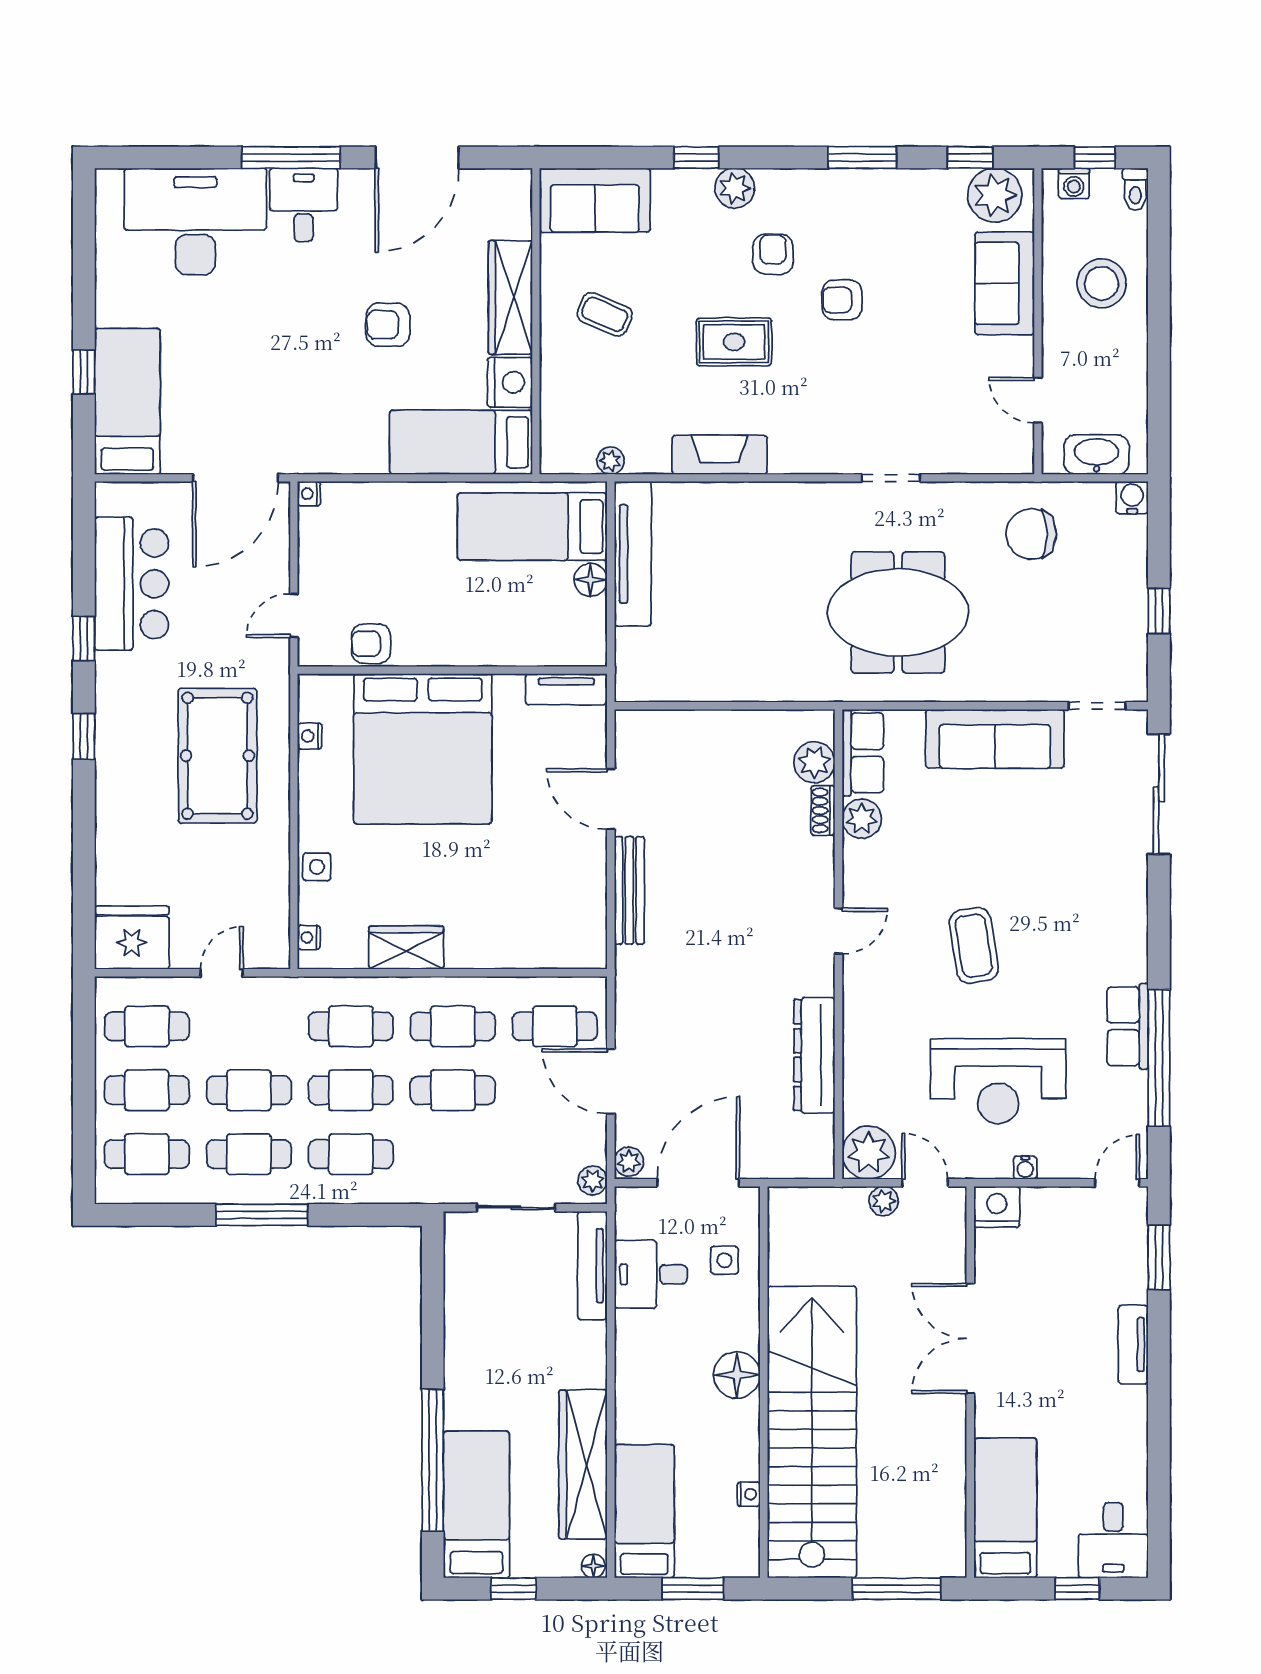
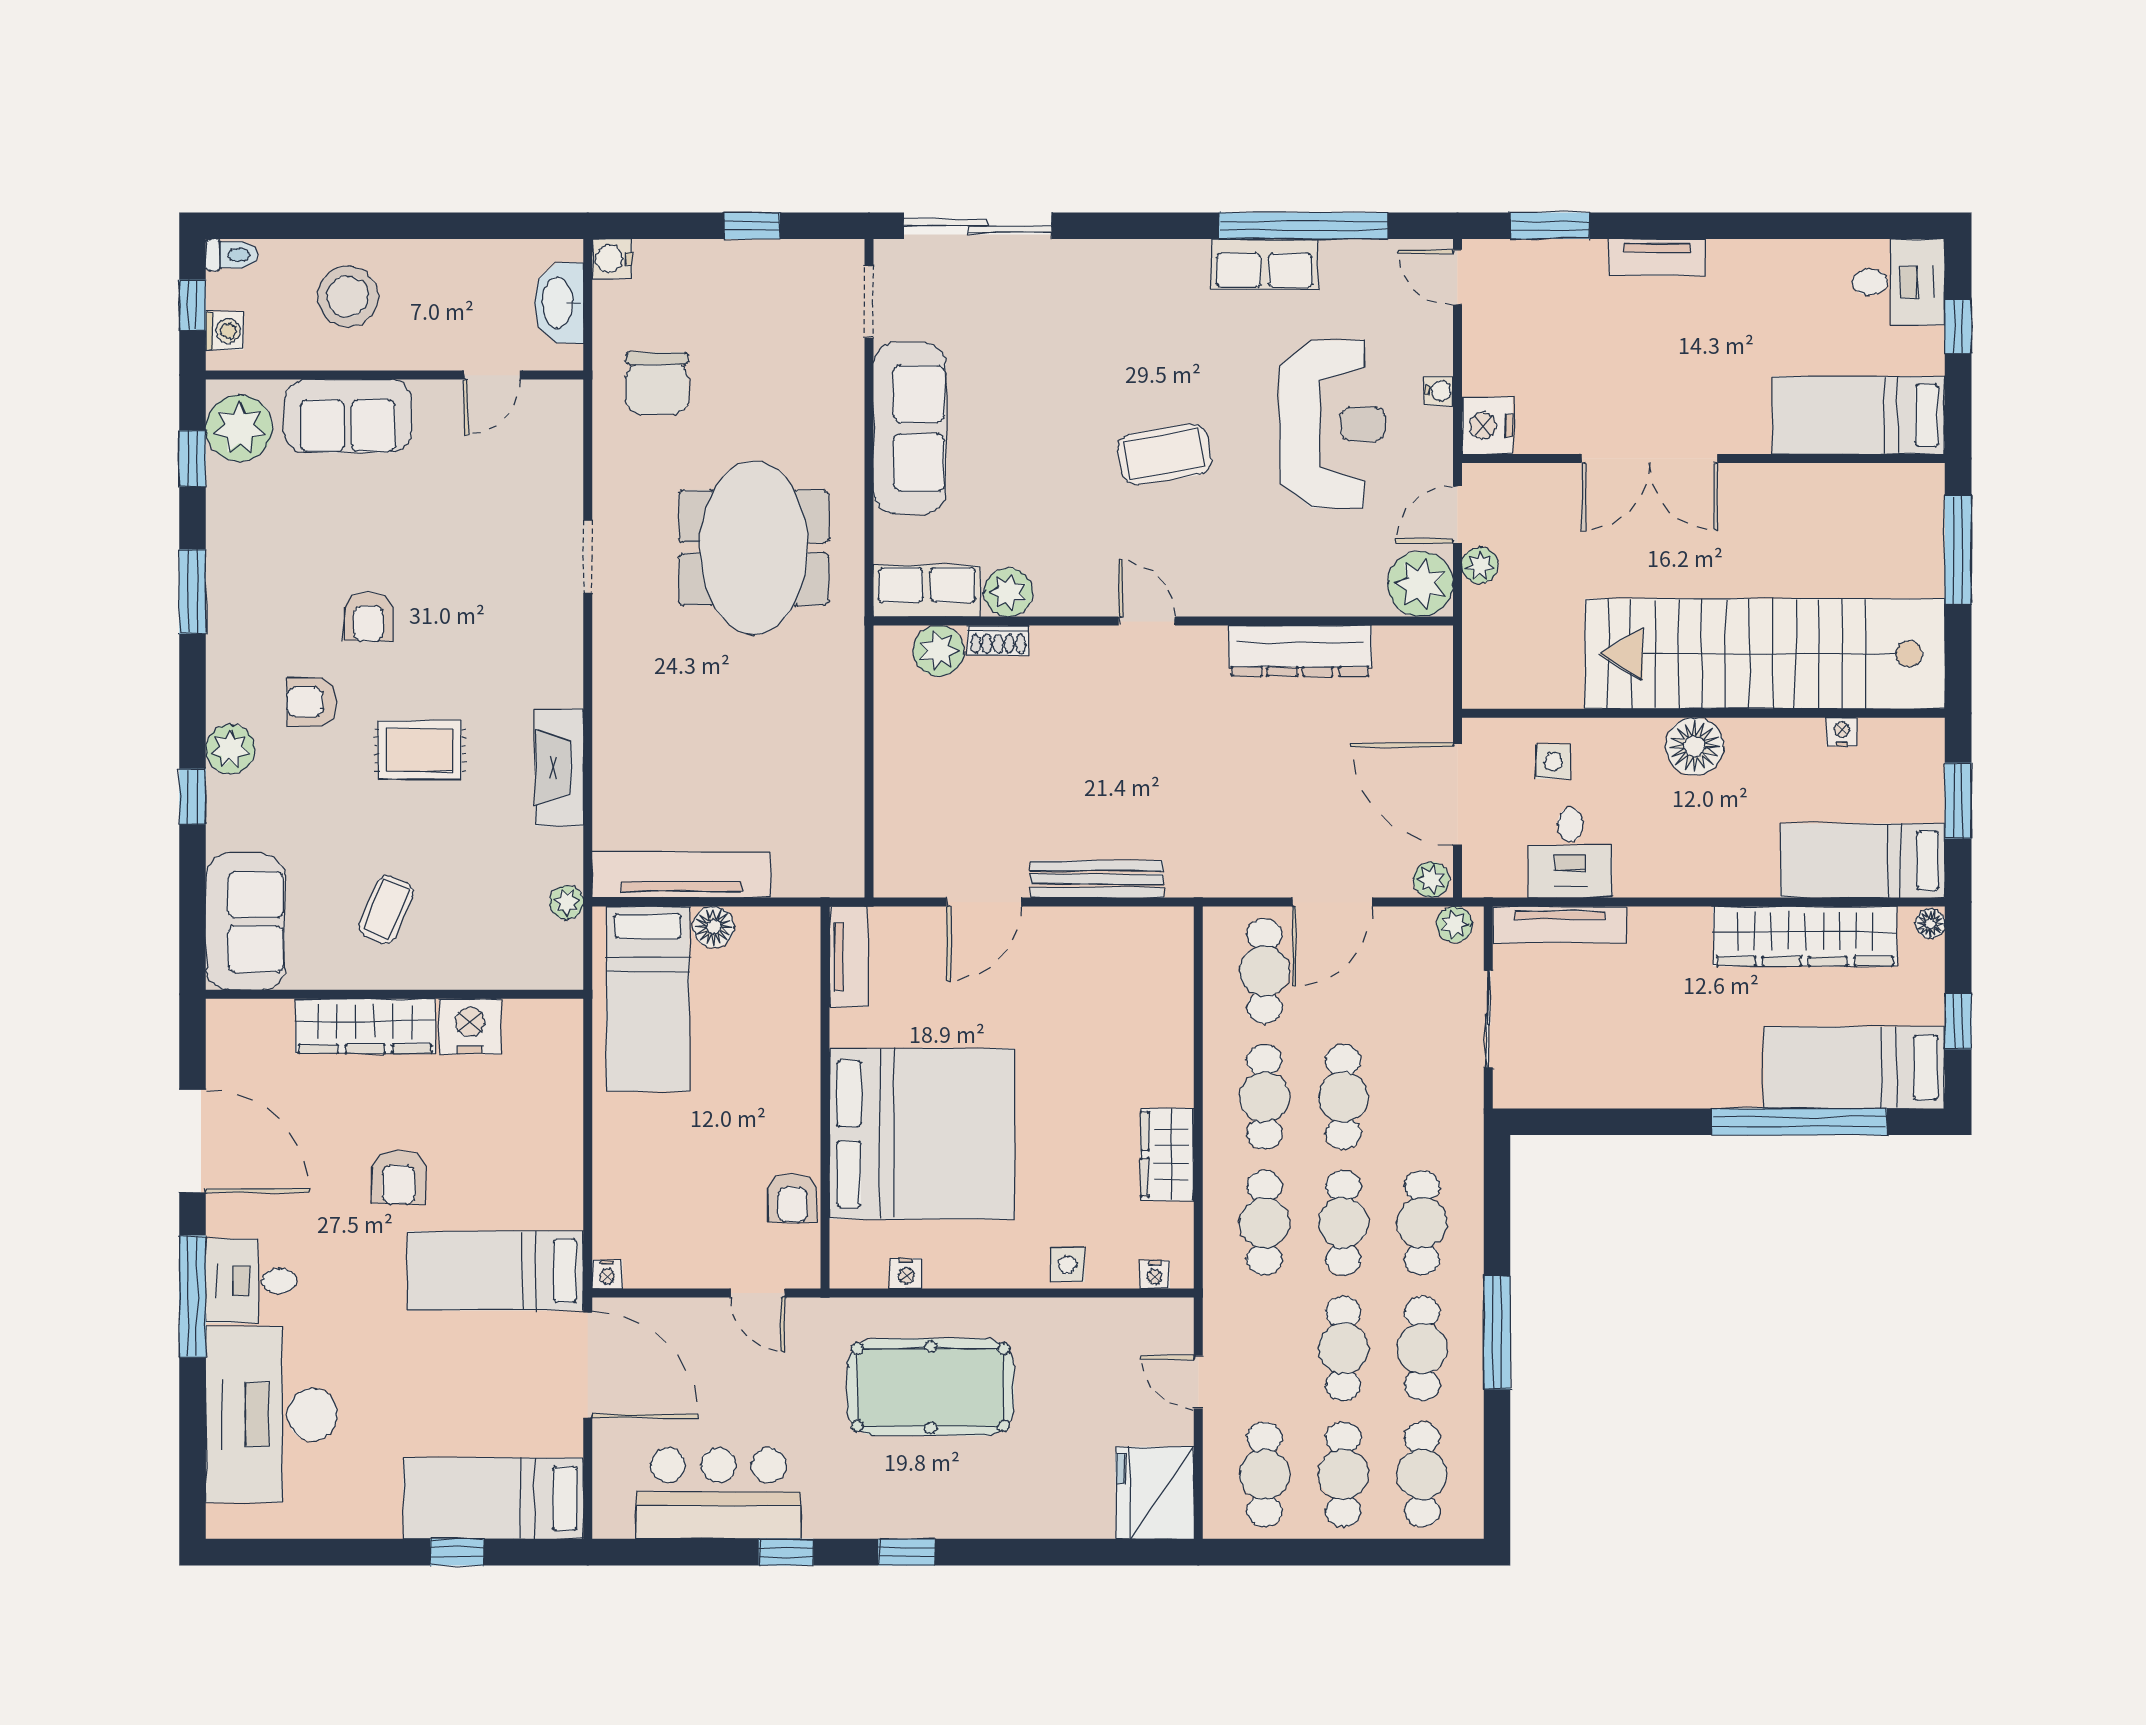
rug: (734, 342) -> (420, 750), turned 90
bed: (461, 442) -> (495, 1271), moved, turned 90

